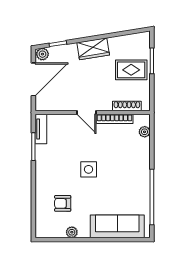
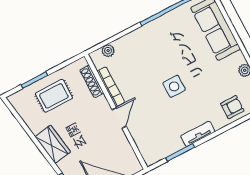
rug: (131, 70) -> (54, 96), turned 90
tv unit: (41, 129) -> (198, 134), moved
armchair: (63, 203) -> (232, 107), moved, turned -90

